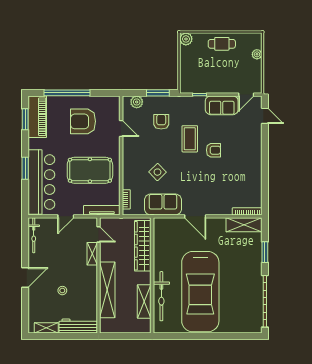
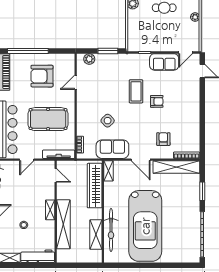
armchair: (161, 122) -> (163, 139), moved
door: (121, 128) -> (76, 82), swing flipped
shelving: (244, 225) -> (176, 167), width x1.47
shelving: (159, 229) -> (109, 171), added
shelving: (92, 254) -> (50, 210), moved

